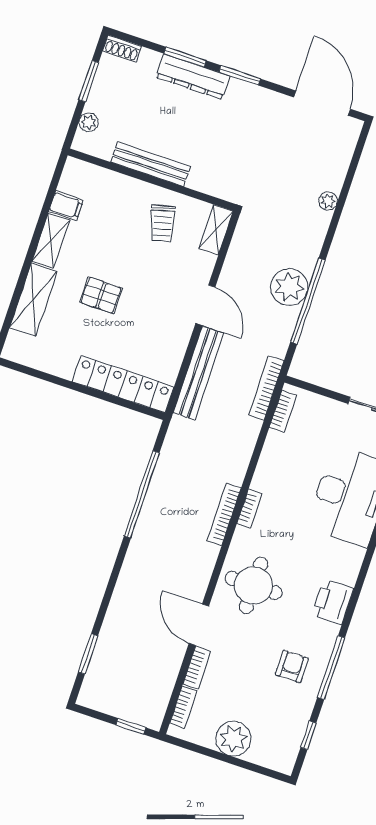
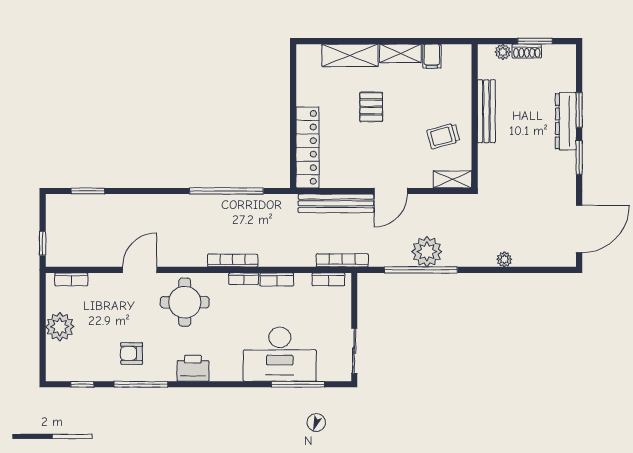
shoe rack: (122, 49) -> (527, 51), moved, turned -90
armchair: (292, 666) -> (132, 353), turned 180
bookcase: (197, 668) -> (277, 280), moved

